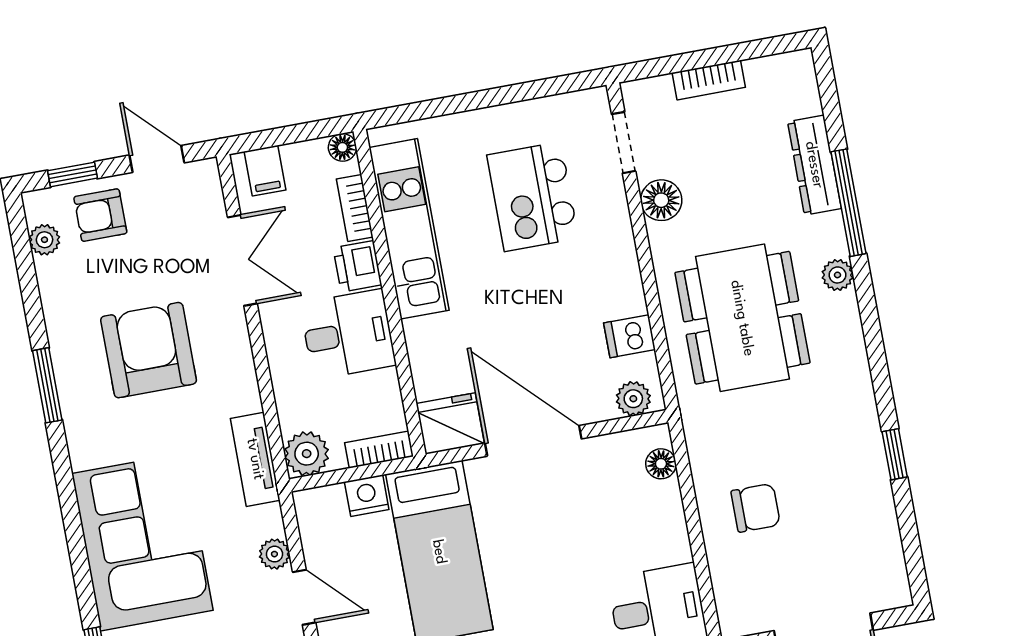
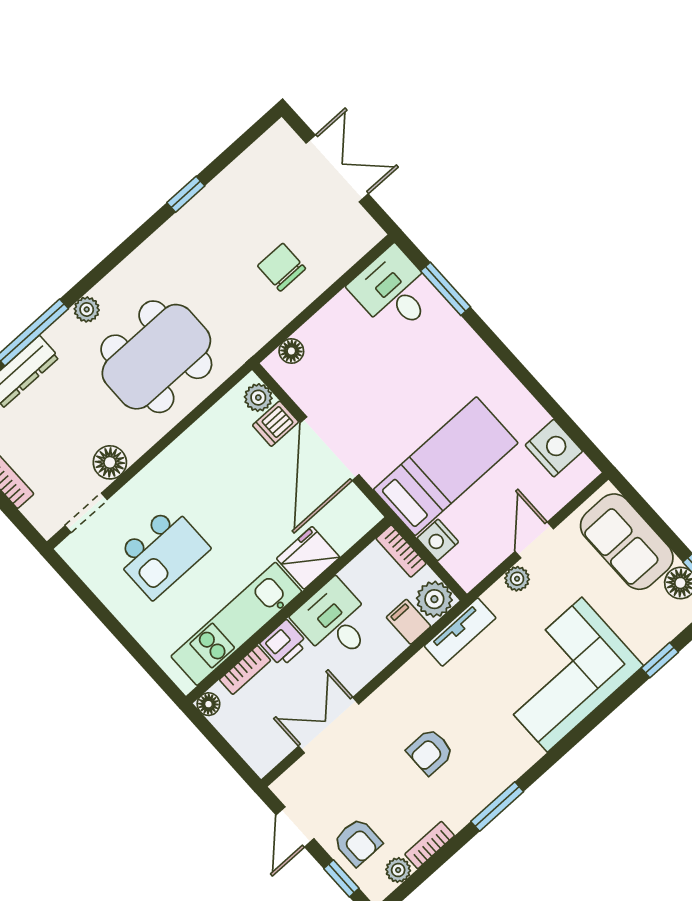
filing cabinet: (265, 171) -> (408, 622), moved, turned -90
bookcase: (50, 289) -> (430, 845), added
dishwasher: (629, 336) -> (276, 424), moved, turned 90
armchair: (149, 350) -> (430, 752), width x0.53, depth x0.53
fridge: (450, 424) -> (308, 558), moved, turned 90

